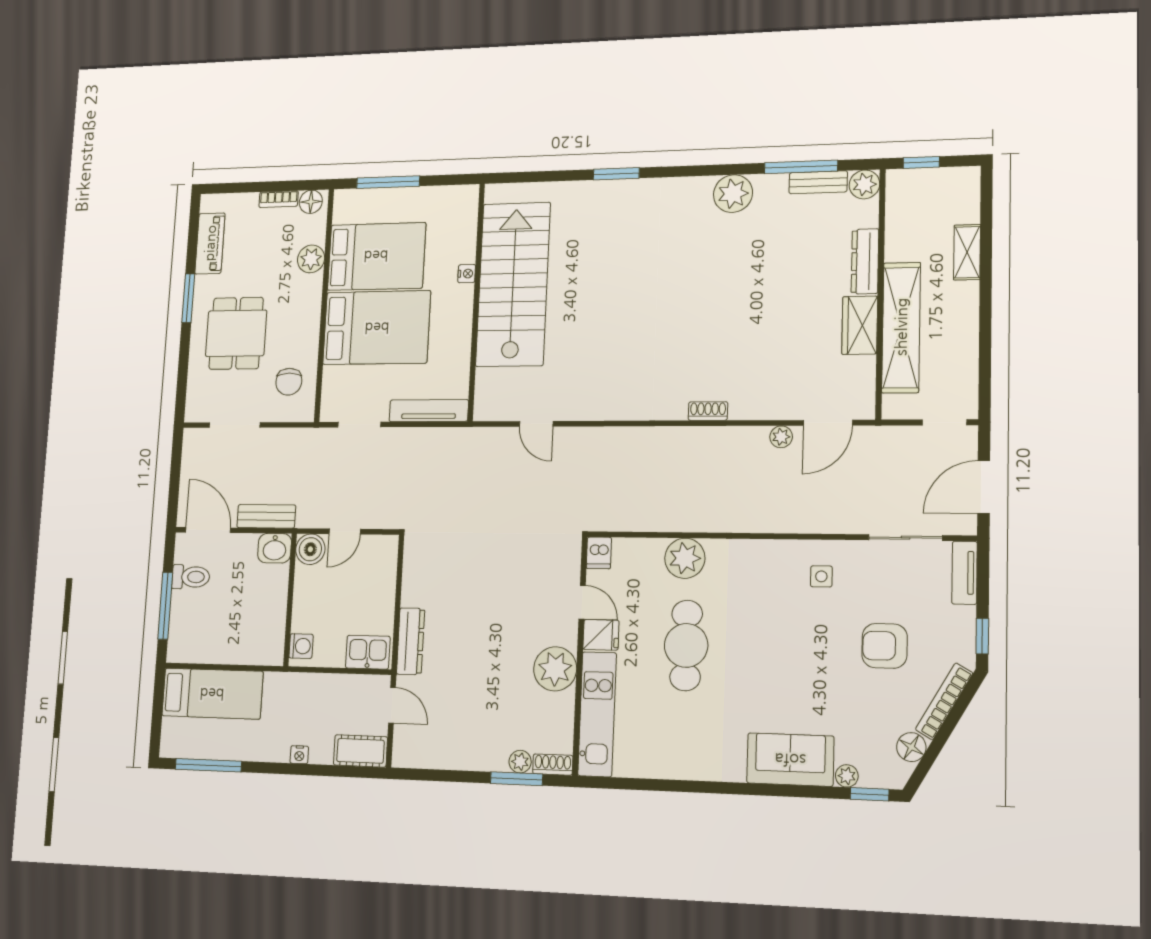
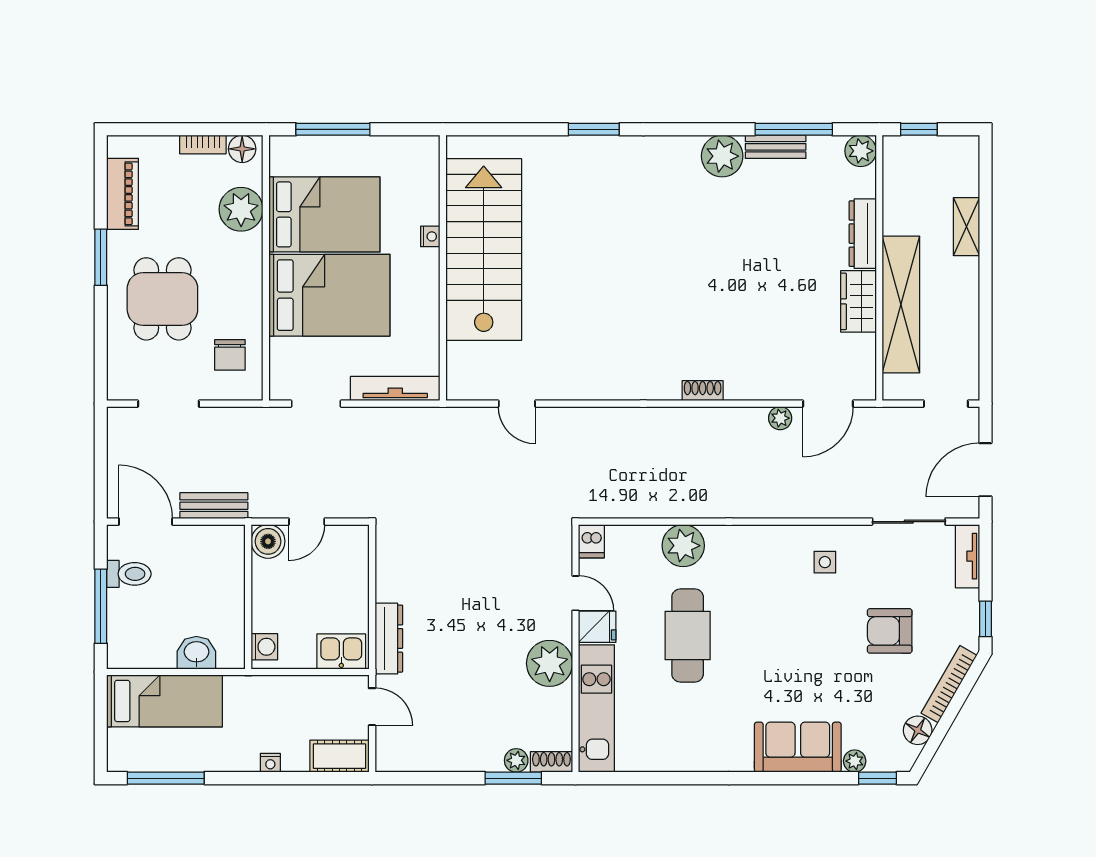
bench: (818, 182) -> (776, 147), moved
plant: (311, 259) -> (241, 209), width x1.36, depth x1.36
washbasin: (275, 548) -> (196, 653), moved, turned 180

